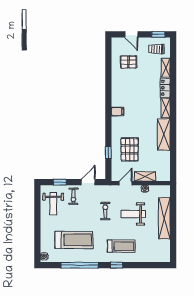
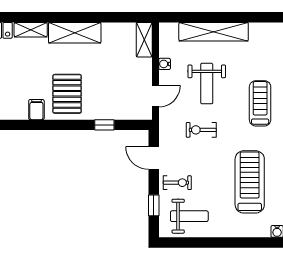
pallet: (130, 149) -> (67, 94), moved, turned 90
shelving: (145, 176) -> (144, 40), moved
door: (126, 183) -> (155, 96), swing flipped

